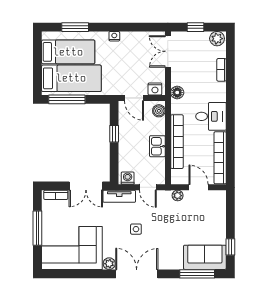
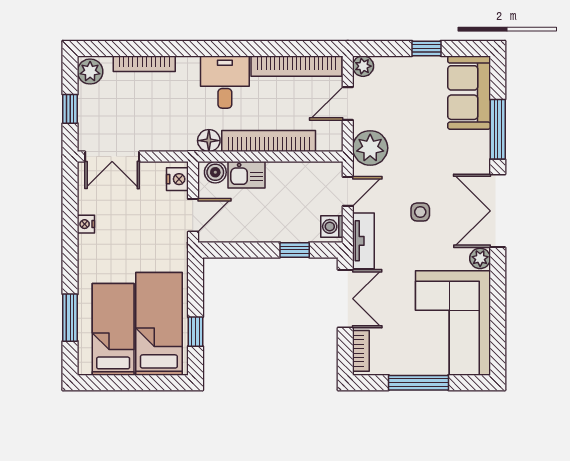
nightstand: (114, 36) -> (86, 224), moved
bookcase: (222, 70) -> (144, 64), width x1.56
floor lamp: (177, 93) -> (209, 141), moved
window: (67, 99) -> (195, 332), width x0.46
window: (114, 134) -> (295, 250), moved
kitchen sink: (157, 146) -> (246, 175), moved
plant: (178, 196) -> (370, 148), width x1.87, depth x1.87
plant: (220, 196) -> (363, 66), added
window: (230, 247) -> (426, 48), moved
window: (197, 274) -> (498, 129), moved

